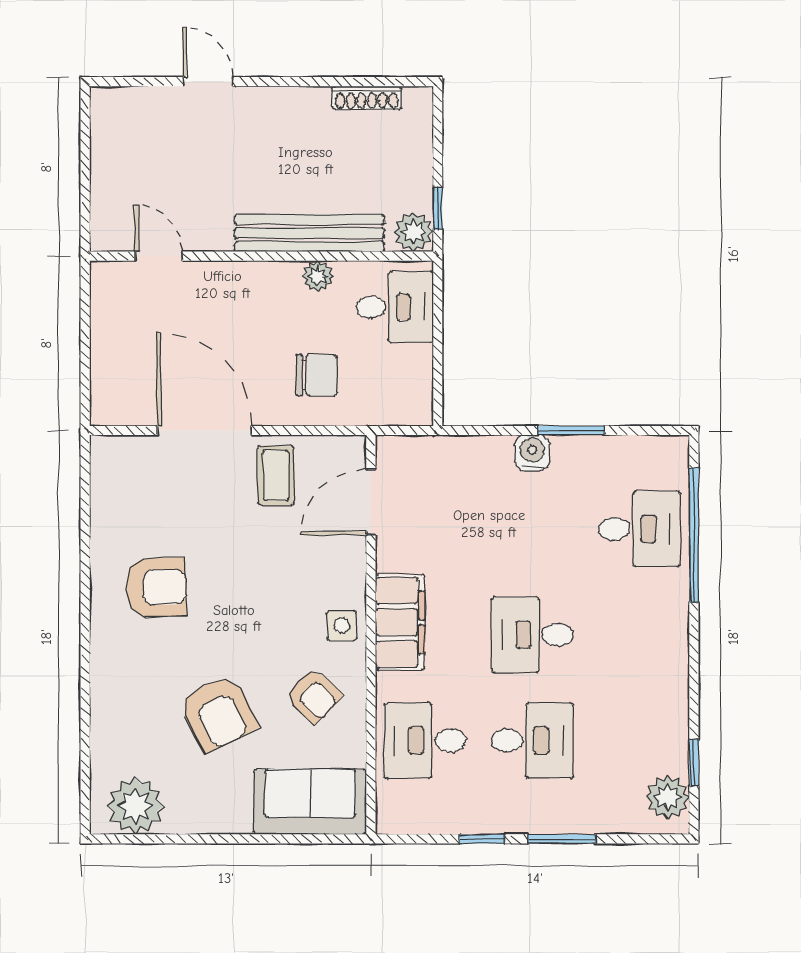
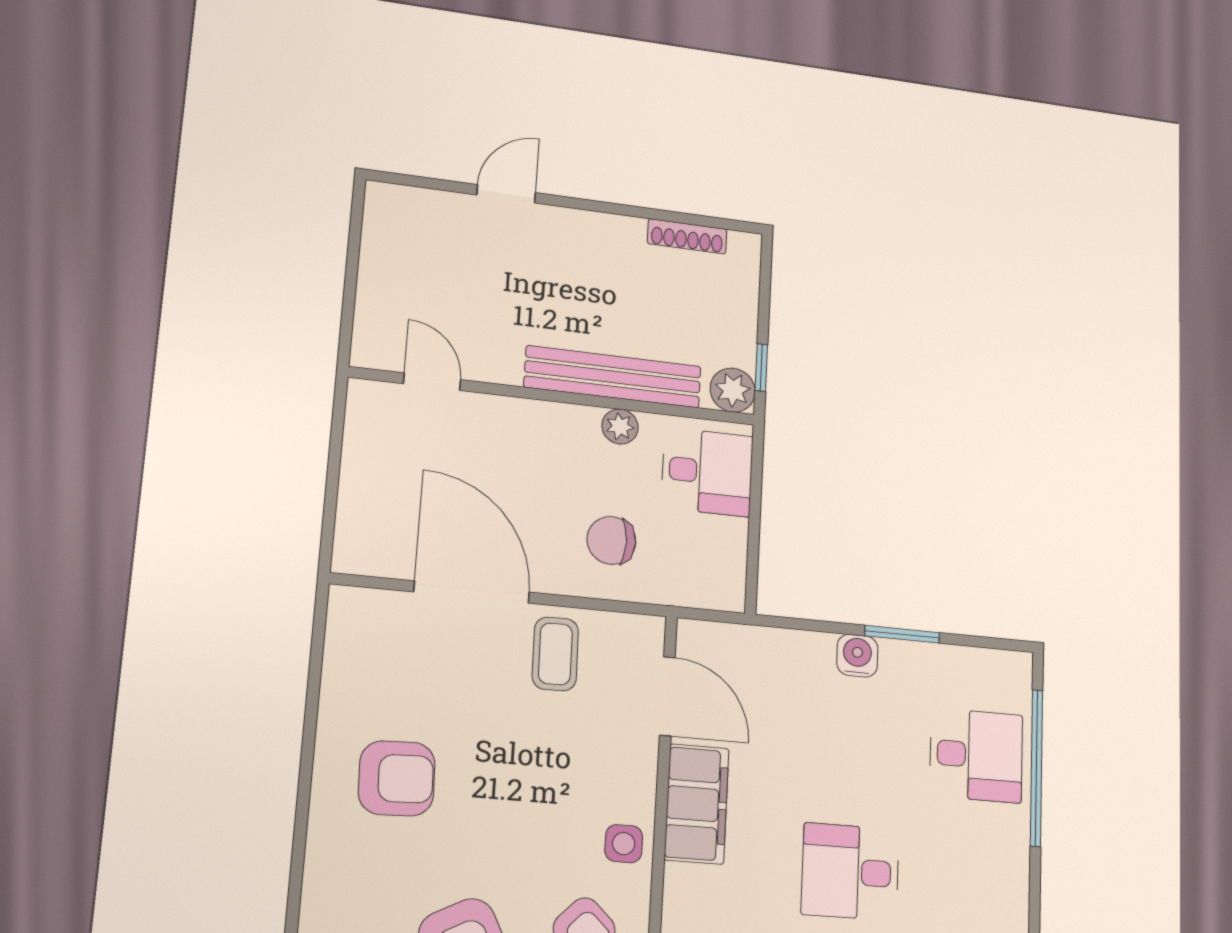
door: (208, 82) -> (506, 194), hinge flipped
chair: (317, 375) -> (611, 540), turned 180
door: (371, 502) -> (667, 696), swing flipped
filing cabinet: (400, 622) -> (697, 804), moved

